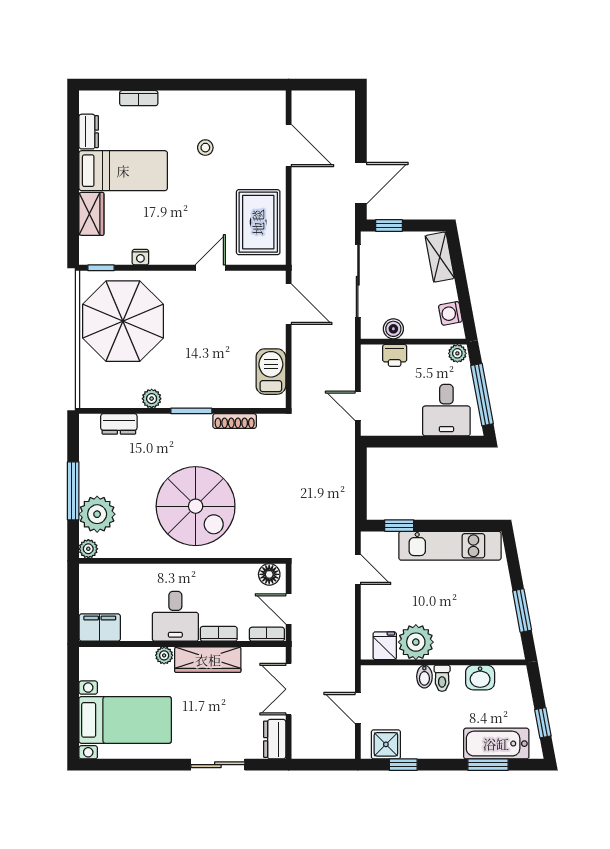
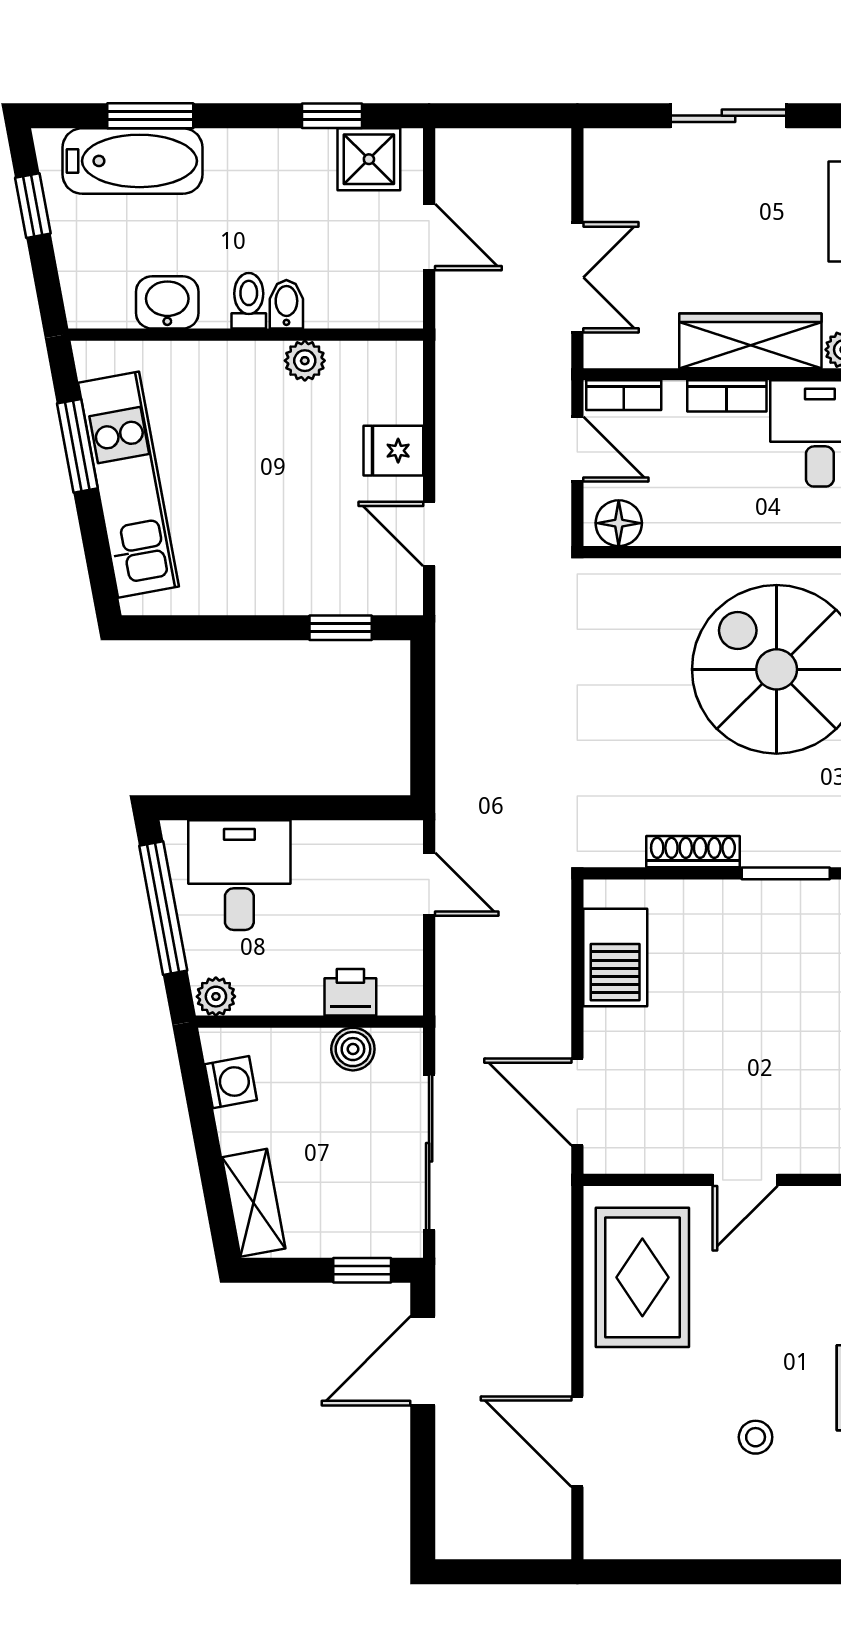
kitchen unit: (450, 546) -> (128, 485), moved, turned 79
plant: (416, 642) -> (305, 361), width x0.53, depth x0.53
fridge: (385, 646) -> (393, 451), moved, turned 90
dresser: (275, 739) -> (607, 170), removed

